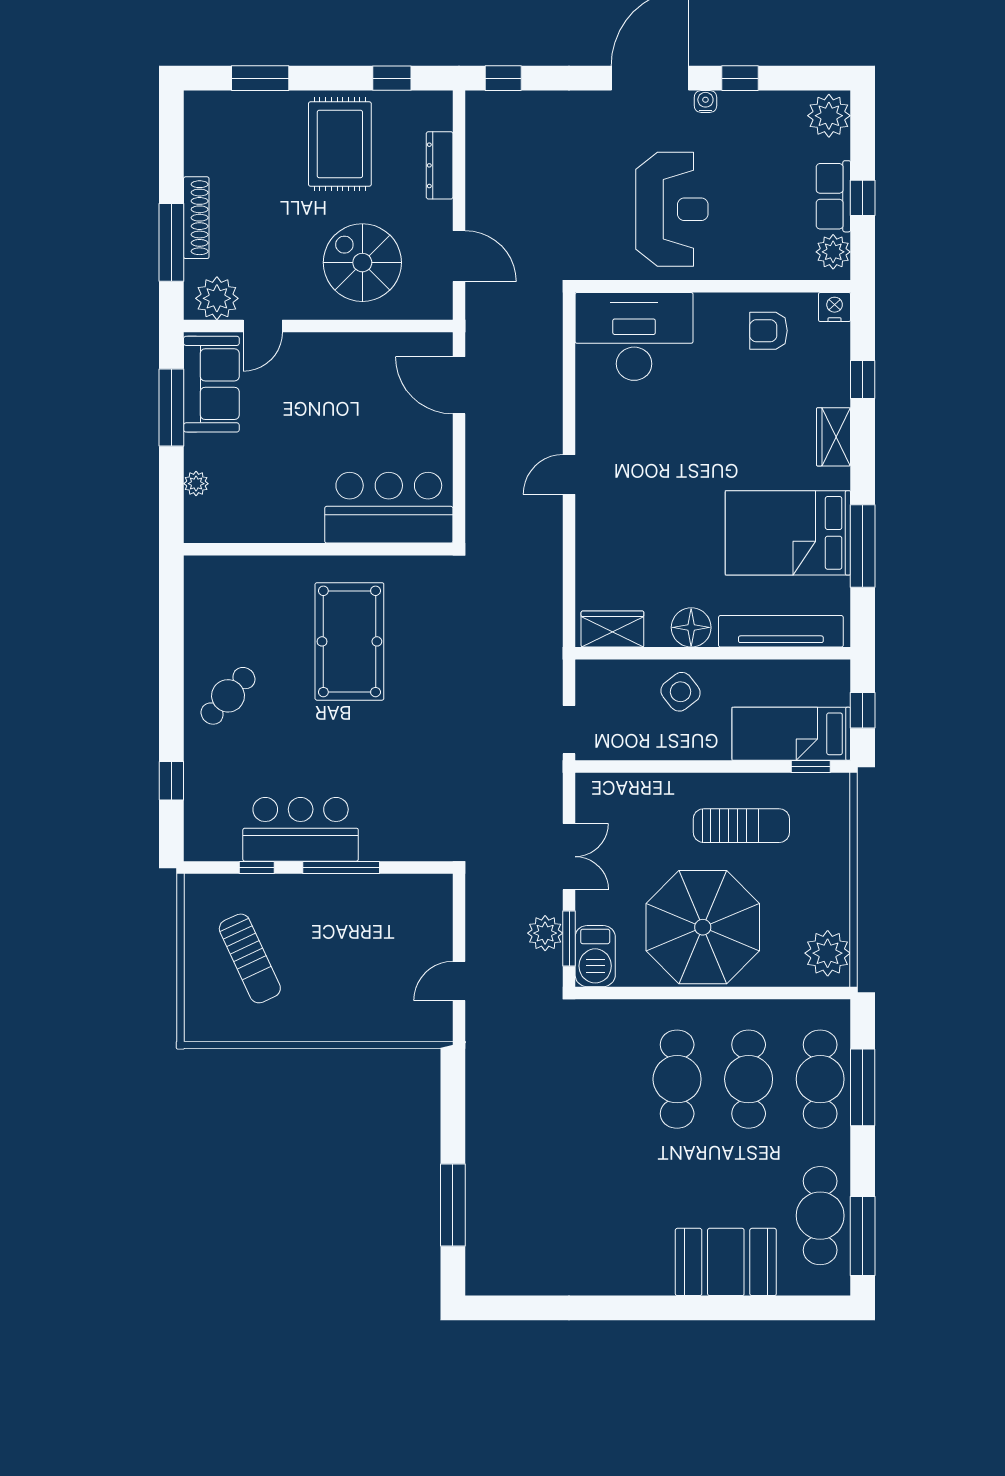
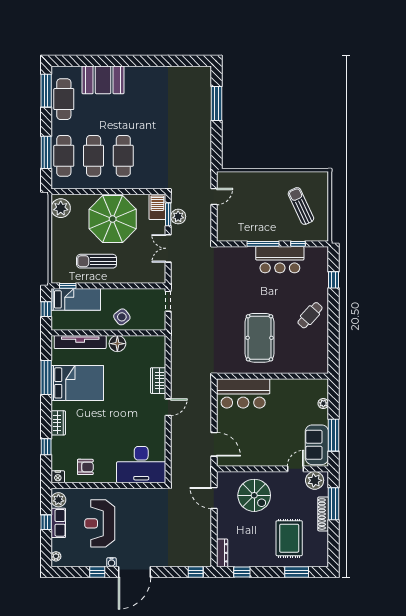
plant: (829, 116) -> (56, 556), width x0.53, depth x0.53
rug: (340, 144) -> (289, 538), moved
dresser: (440, 165) -> (222, 553), moved
reception desk: (672, 209) -> (100, 523), moved
wardrobe: (612, 629) -> (158, 381), moved, turned 90

